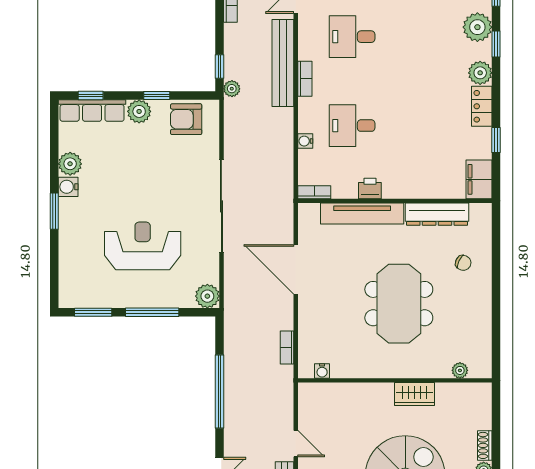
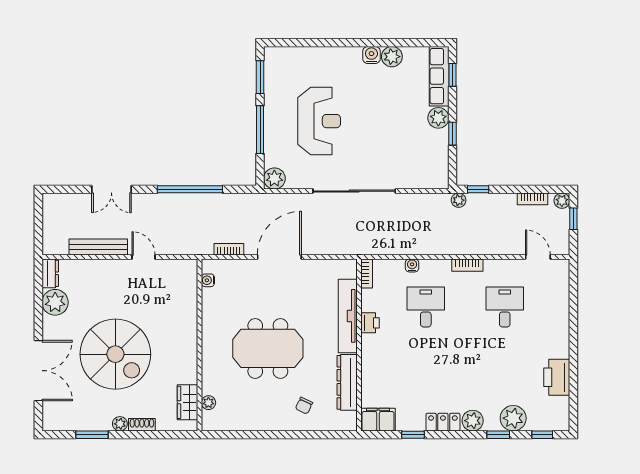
bench: (283, 63) -> (481, 246), removed
armchair: (186, 119) -> (431, 160), removed
window: (54, 211) -> (350, 43), removed
door: (296, 269) -> (279, 257), moved
wardrobe: (414, 394) -> (188, 402), moved
door: (296, 444) -> (144, 257), swing flipped

